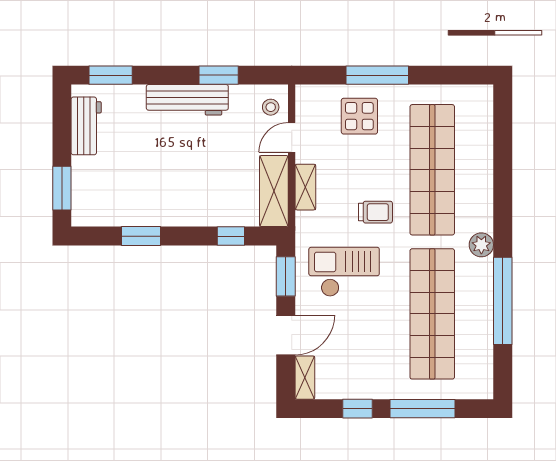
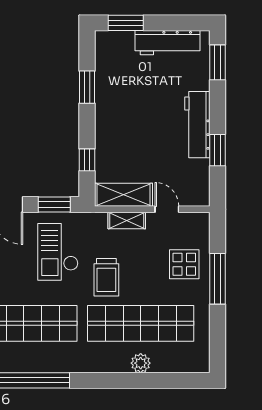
stool: (271, 107) -> (192, 192), removed
workbench: (86, 126) -> (167, 43), width x1.37
trolley: (375, 212) -> (106, 277), width x1.36, depth x1.39
plant: (481, 245) -> (141, 363), moved
checkout: (344, 272) -> (58, 252), turned 180

